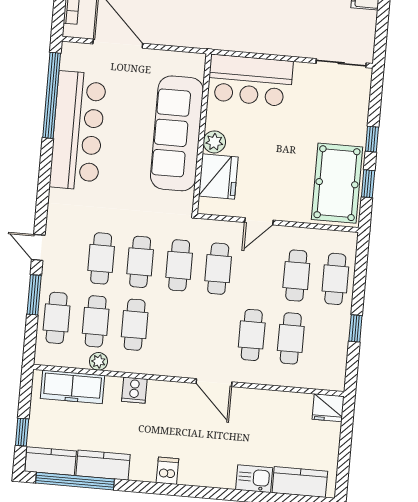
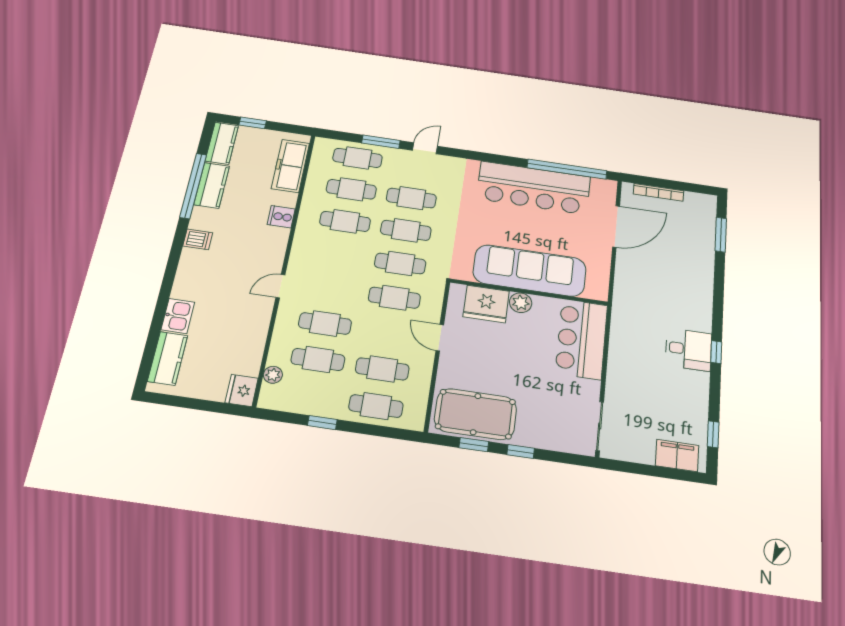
plant: (98, 361) -> (273, 375), moved
door: (214, 383) -> (280, 286), width x0.73
window: (75, 481) -> (193, 186), moved

